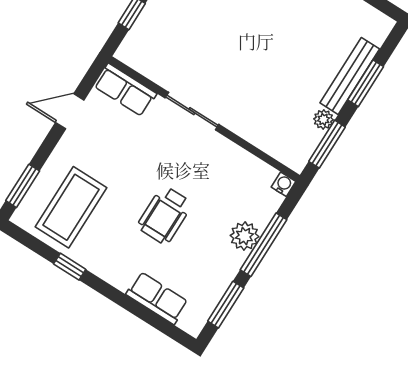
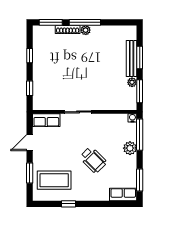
window: (23, 186) -> (30, 173), moved
coffee table: (71, 207) -> (54, 180), turned 90
wheelchair: (165, 215) -> (93, 160), turned -45
window: (263, 245) -> (140, 135), moved
row of seats: (157, 298) -> (123, 195), moved

